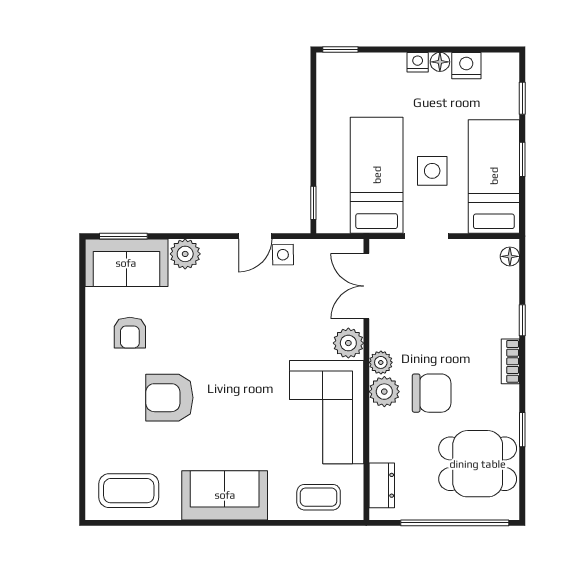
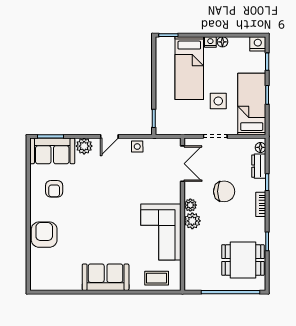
nightstand: (466, 66) -> (258, 44), moved
bed: (377, 175) -> (189, 68), moved, turned 180
door: (255, 236) -> (109, 136), moved
double door: (366, 286) -> (182, 164), swing flipped
plant: (348, 343) -> (173, 194), removed
chair: (432, 393) -> (224, 191), moved
armchair: (169, 398) -> (44, 235), moved, turned 90
dresser: (382, 485) -> (259, 166), moved, turned 180
coffee table: (129, 491) -> (53, 275), removed

